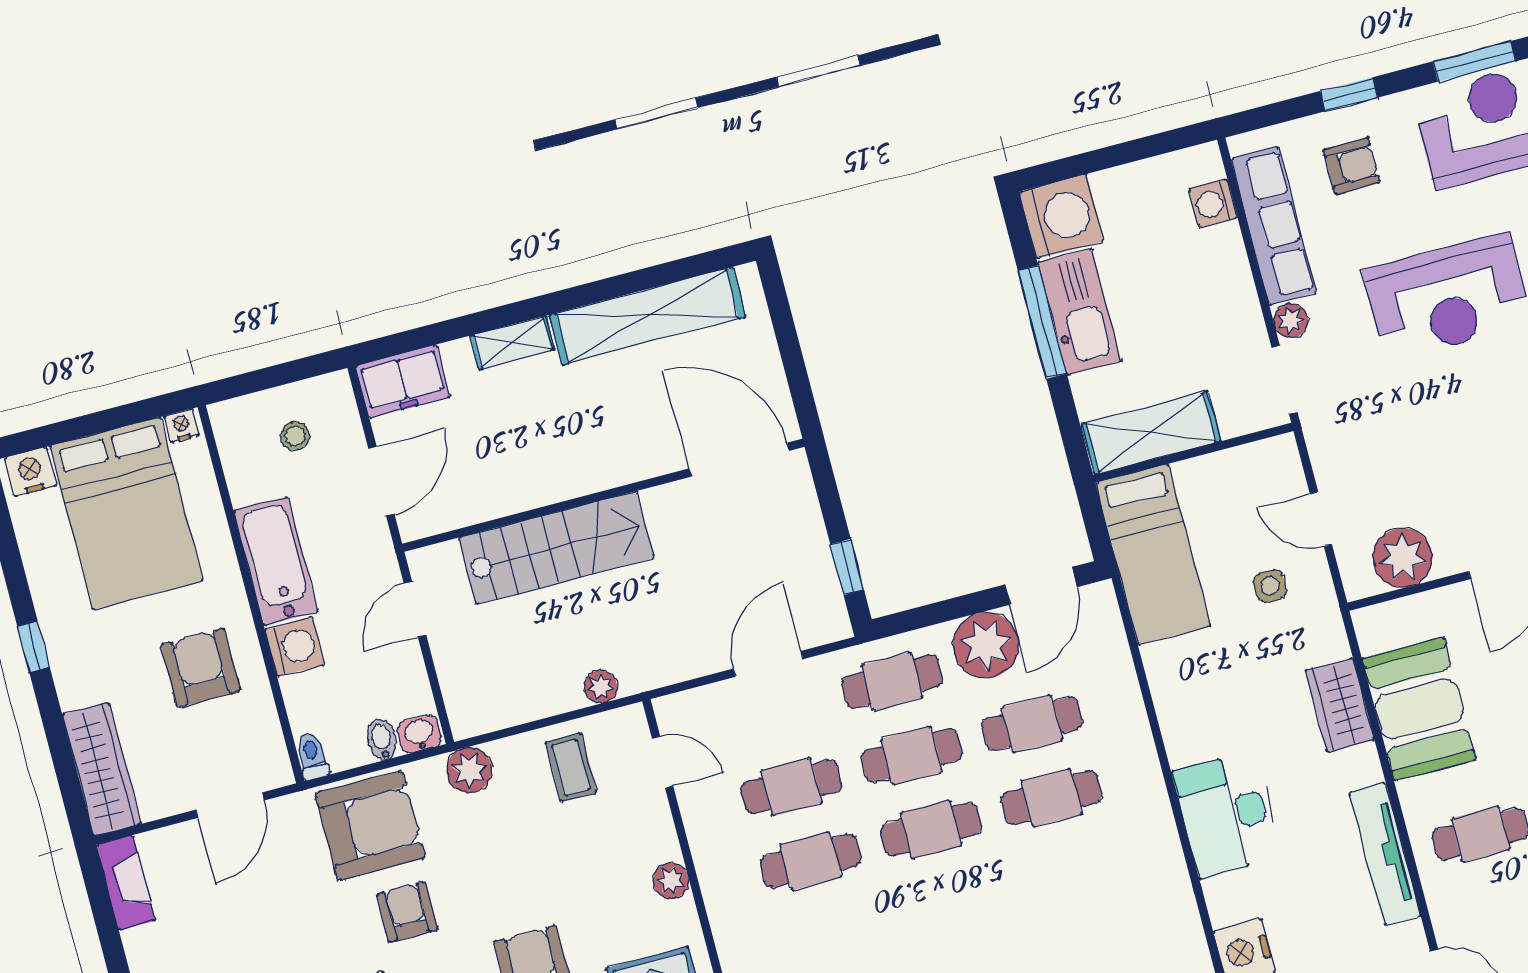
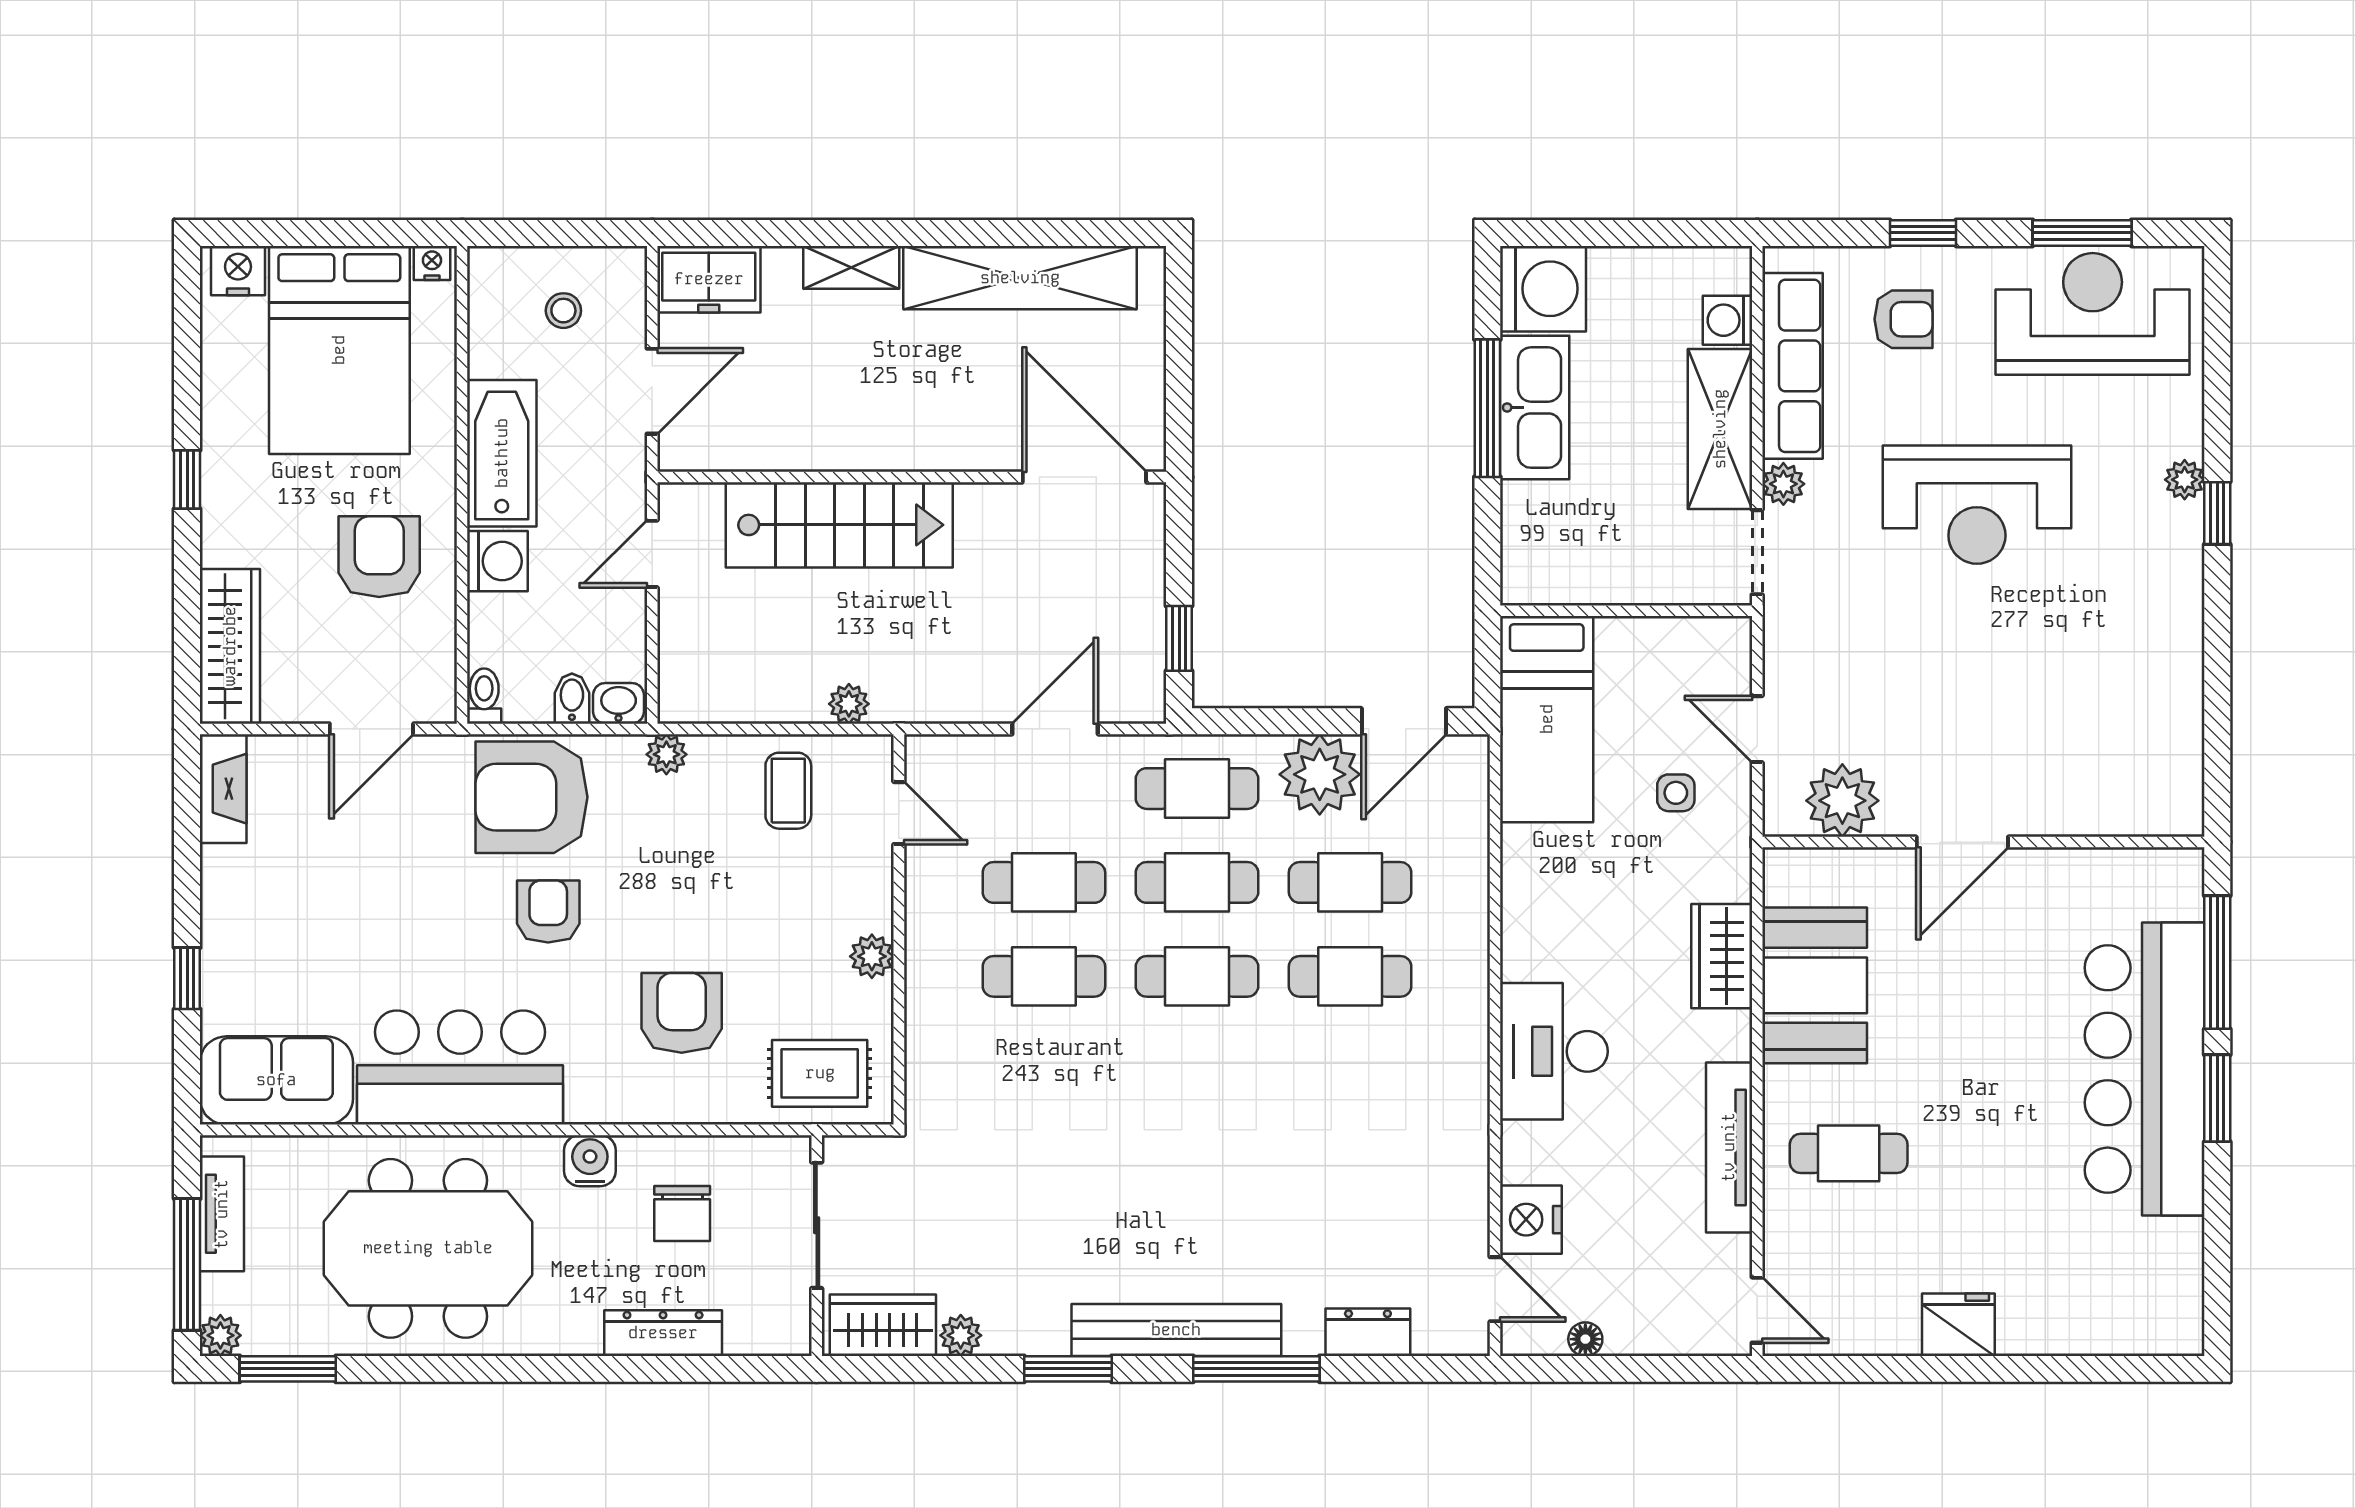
shelving: (1151, 433) -> (1720, 429), moved, turned 90
plant: (469, 770) -> (666, 754), width x0.73, depth x0.73
armchair: (370, 826) -> (532, 797), turned 180

